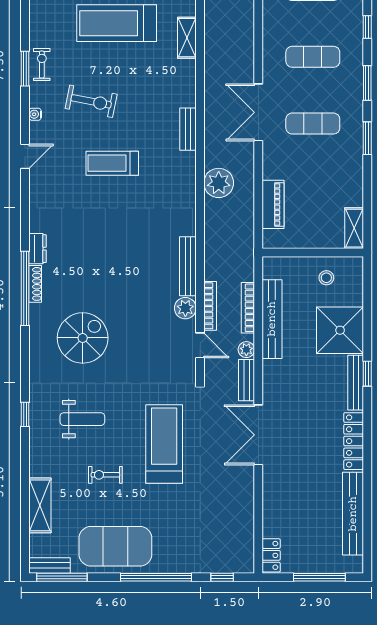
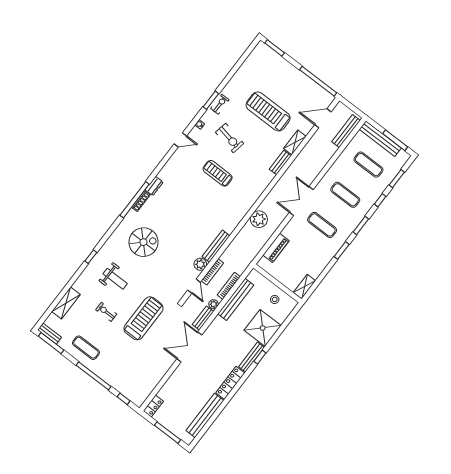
bench: (188, 129) -> (280, 163), moved
exercise mat: (115, 546) -> (86, 348), width x0.50, depth x0.69

